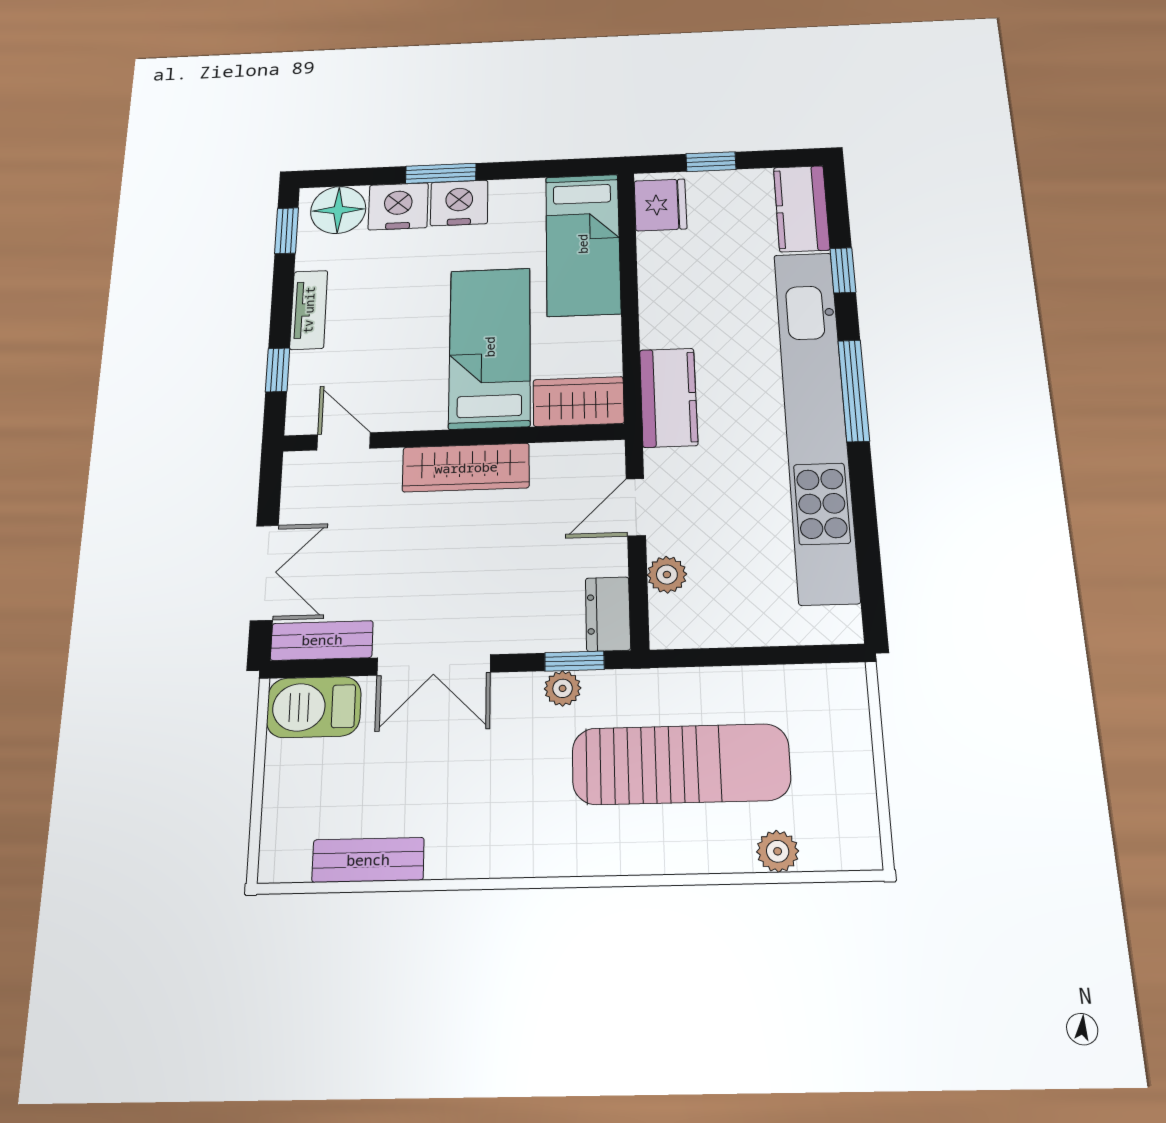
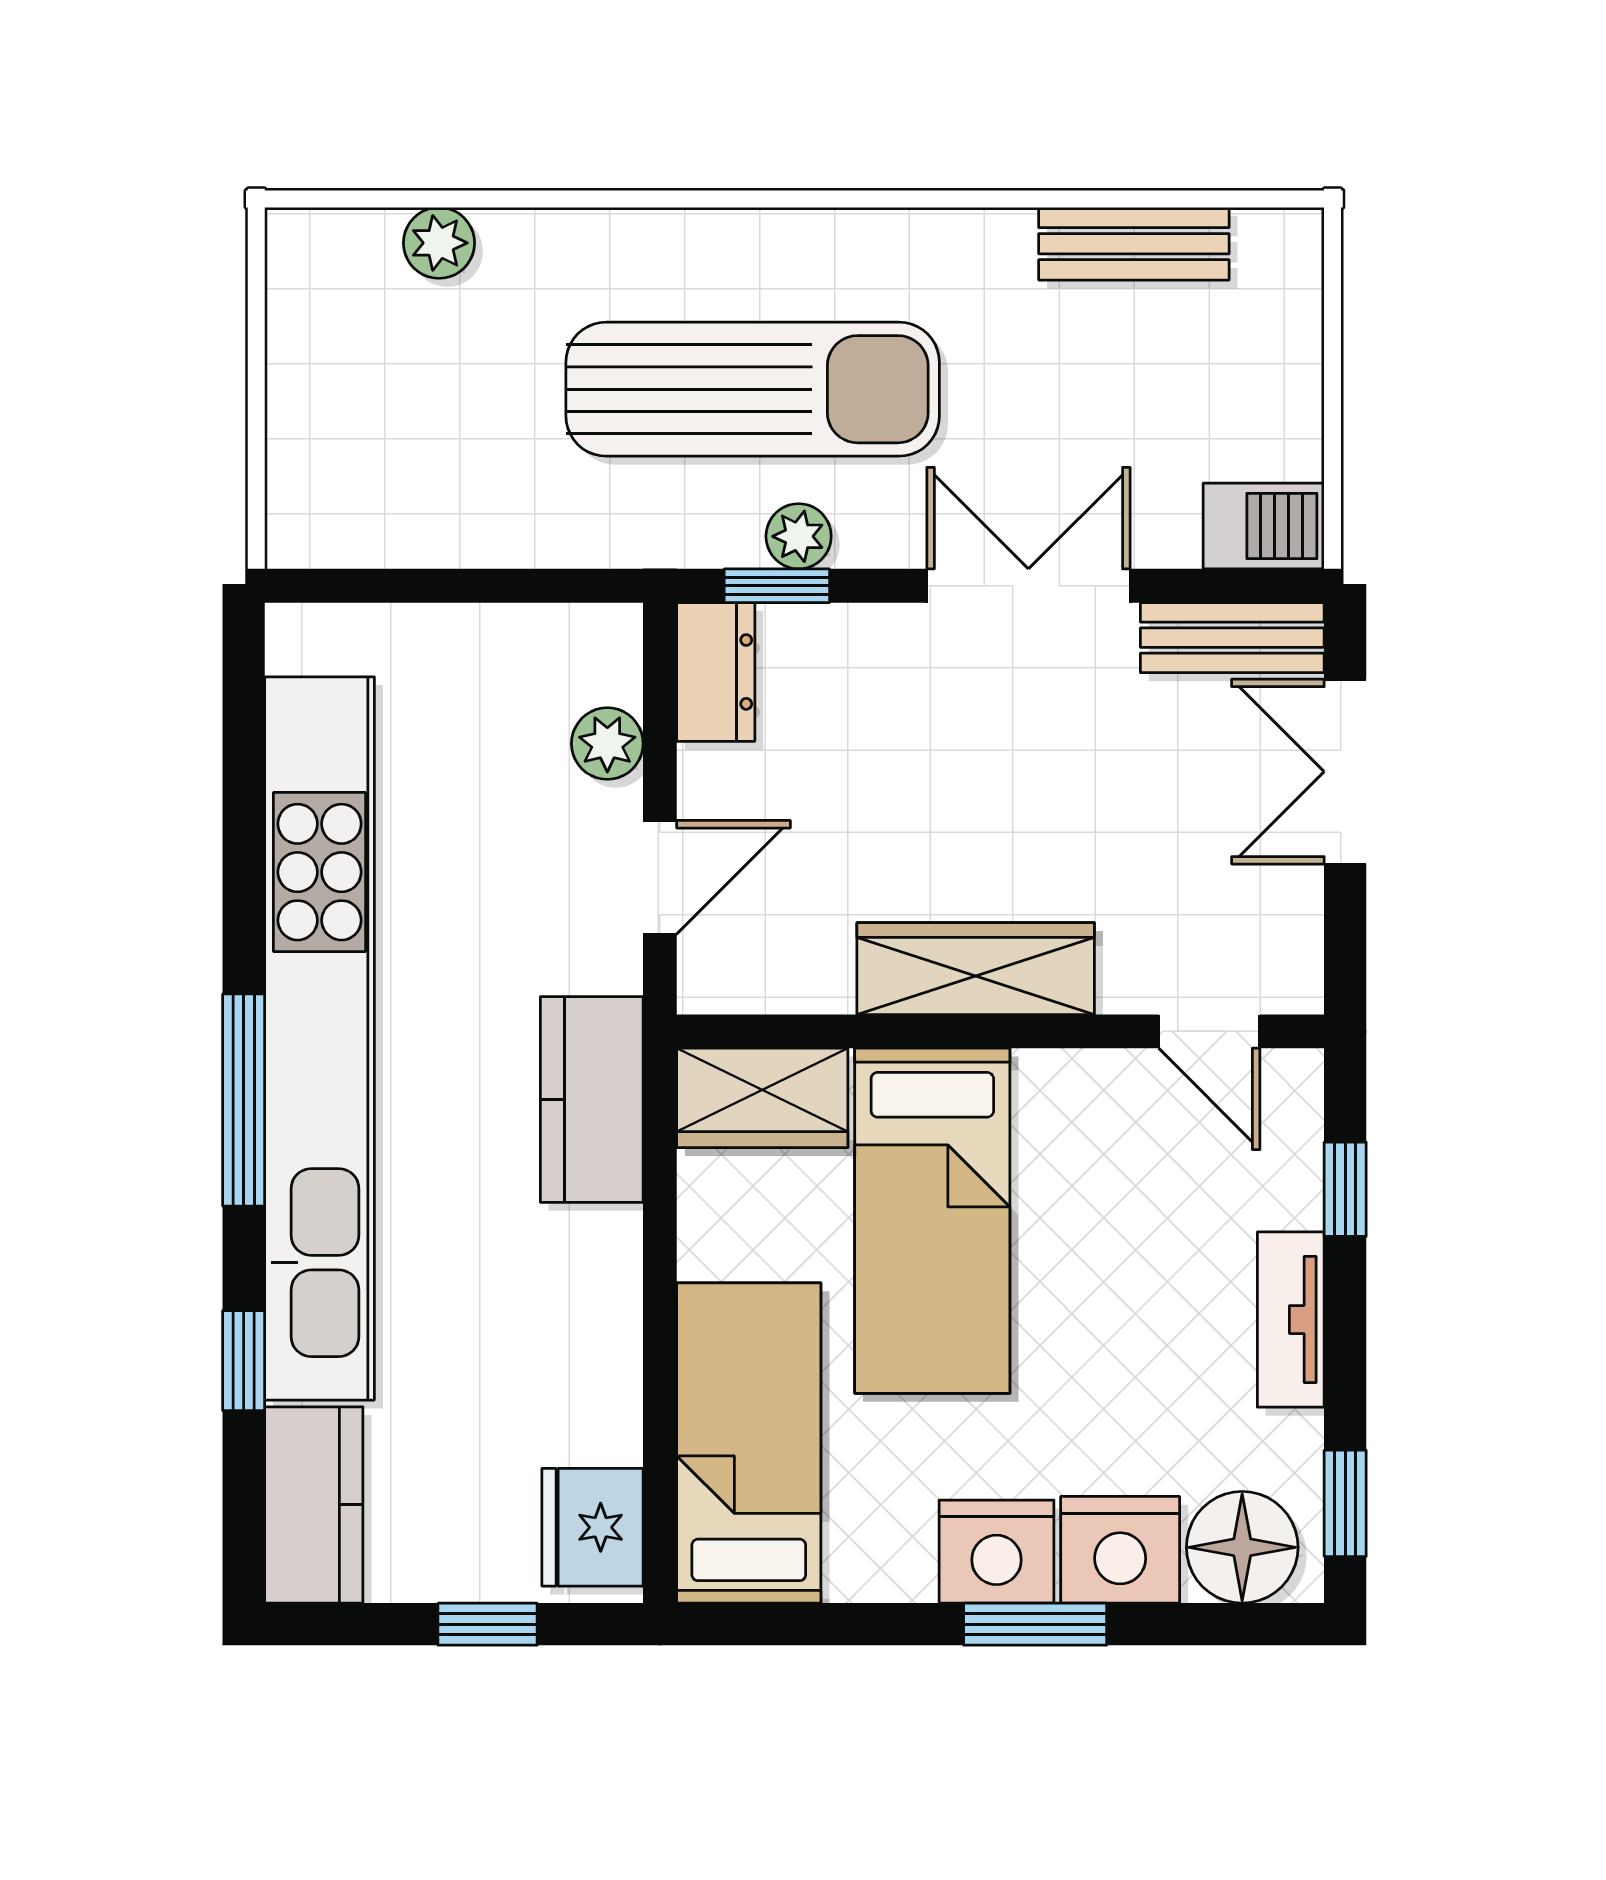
barbecue: (314, 707) -> (1264, 526), width x0.73, depth x0.79
sun lounger: (681, 764) -> (753, 389), moved, turned 180

